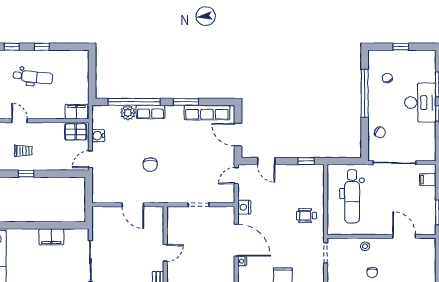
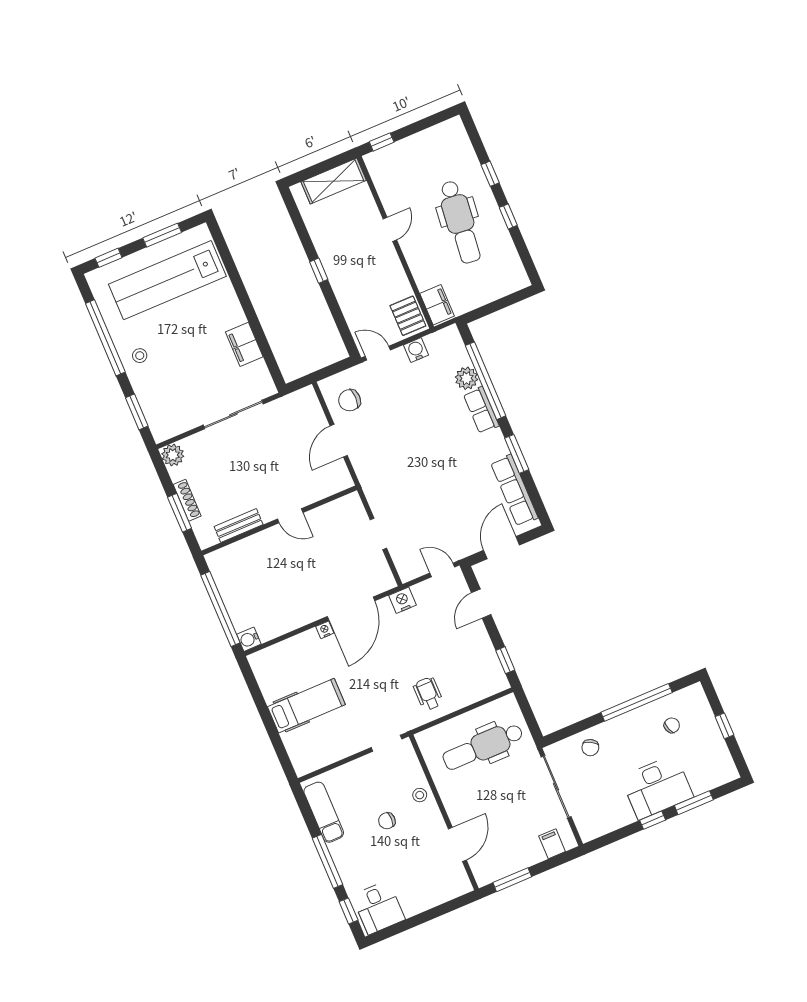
dental chair: (33, 77) -> (460, 222), width x1.36, depth x1.38
trolley: (23, 151) -> (350, 253), removed
chair: (150, 165) -> (350, 400), moved

